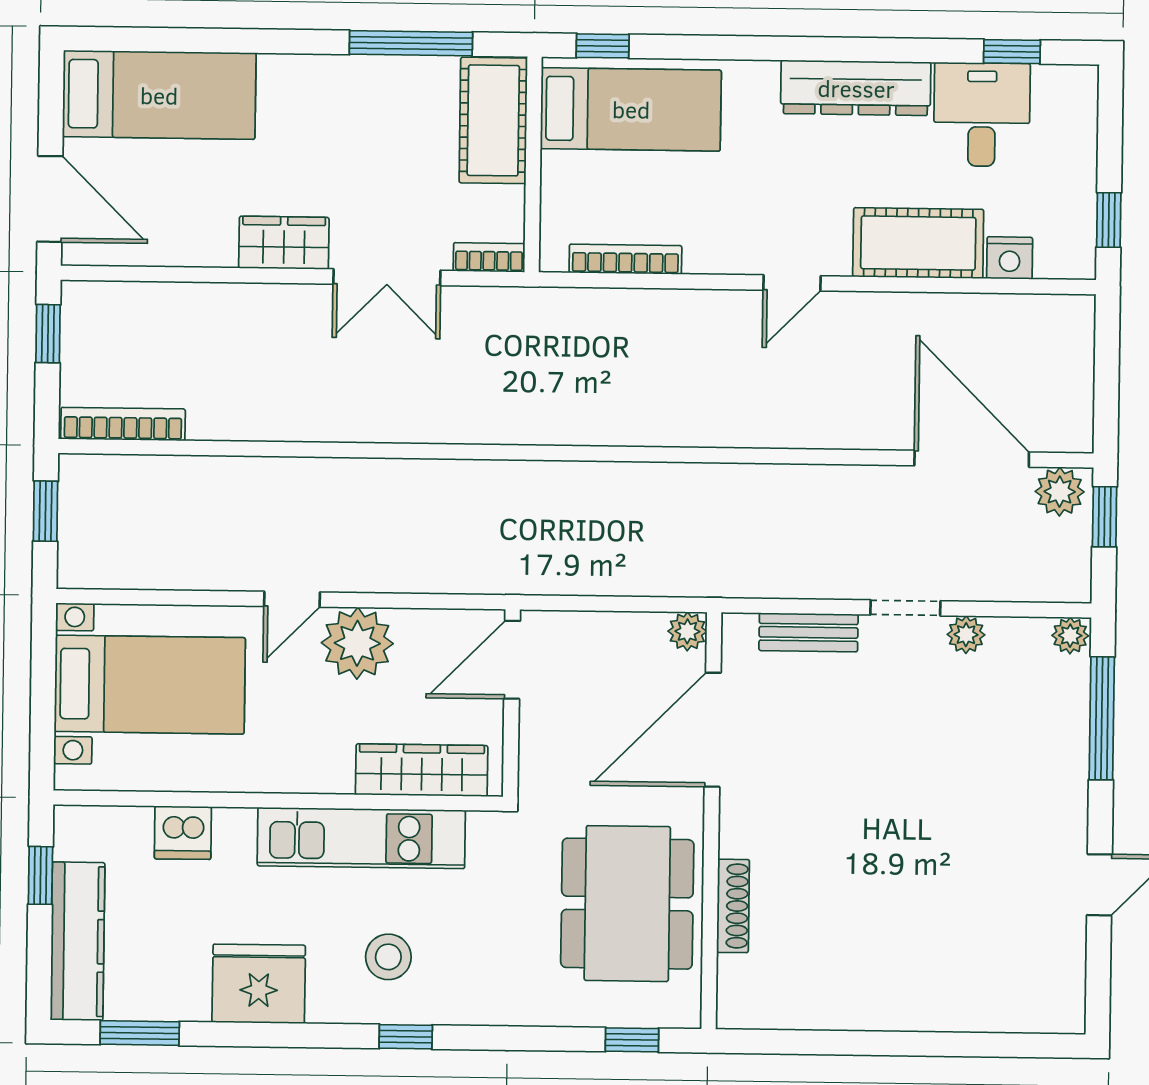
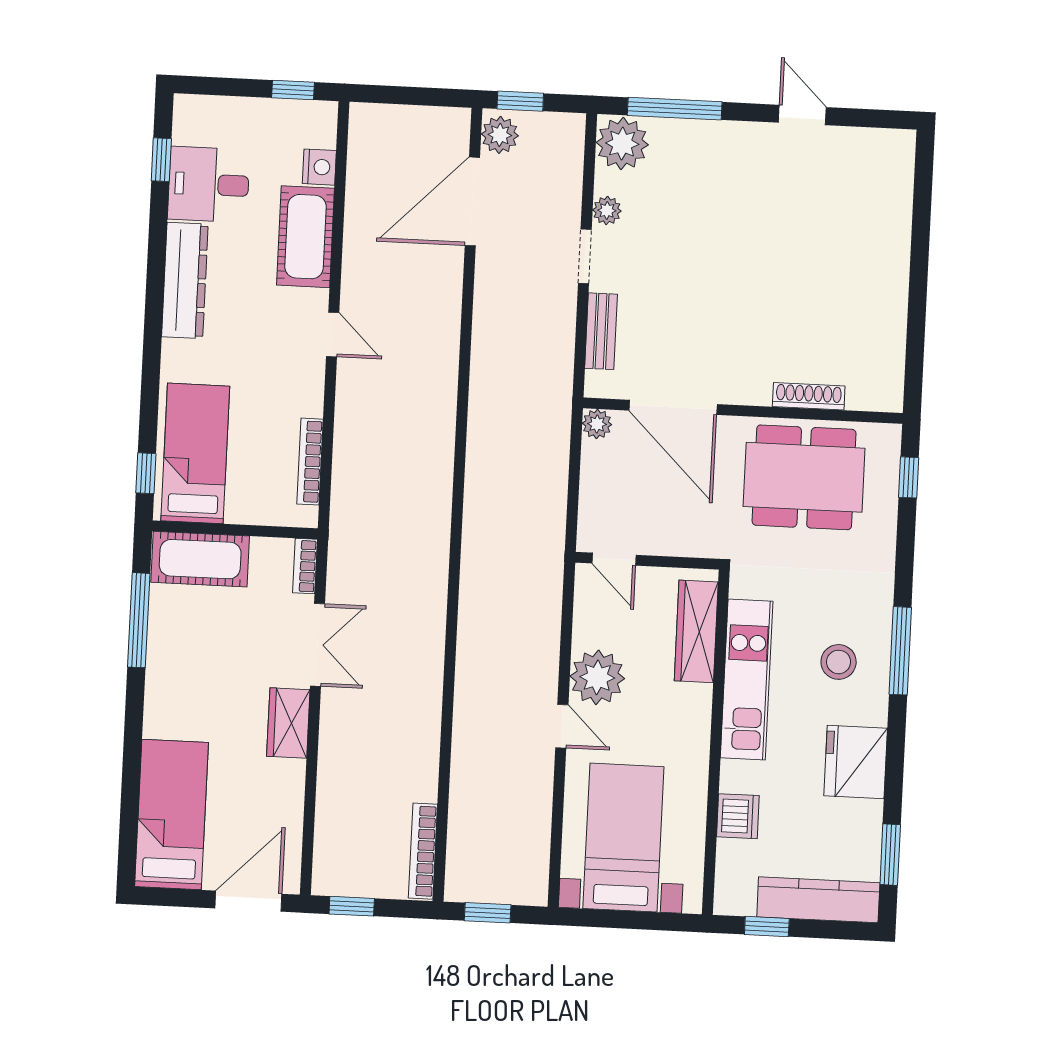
plant: (1070, 636) -> (622, 144), width x1.88, depth x1.88
door: (512, 660) -> (614, 559), width x0.73
window: (406, 1037) -> (900, 651), width x2.17

